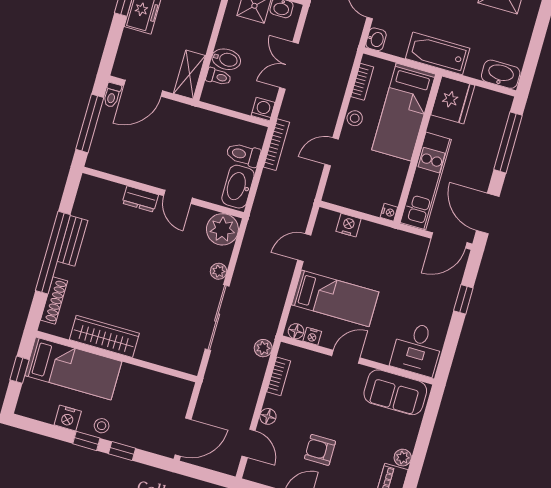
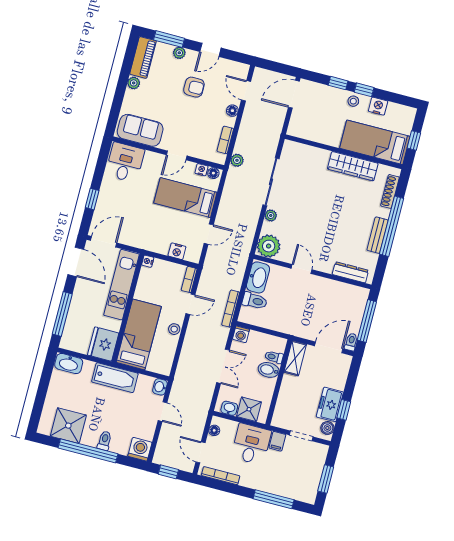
bookcase: (362, 82) -> (189, 280), moved
dresser: (140, 199) -> (350, 272), moved, width x1.44

